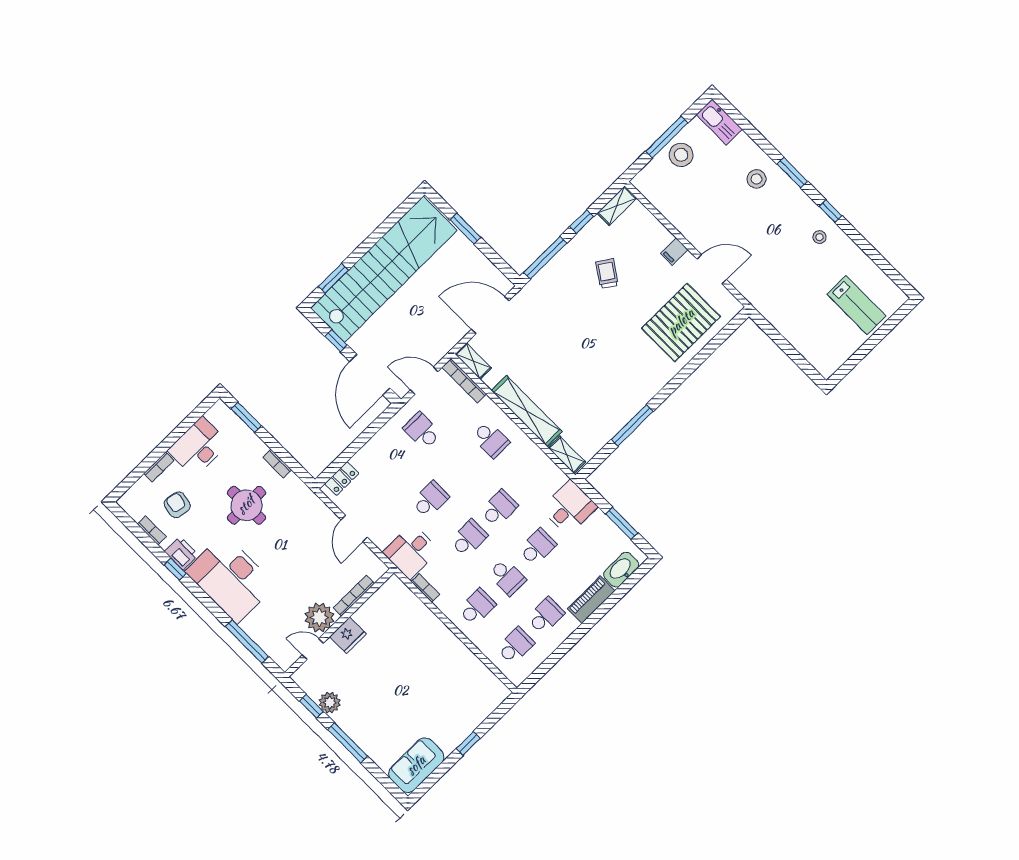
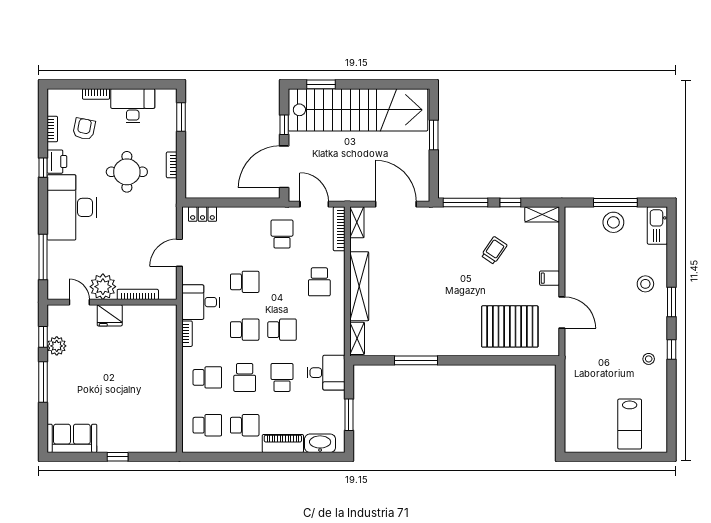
school desk: (537, 547) -> (282, 377), turned -90

